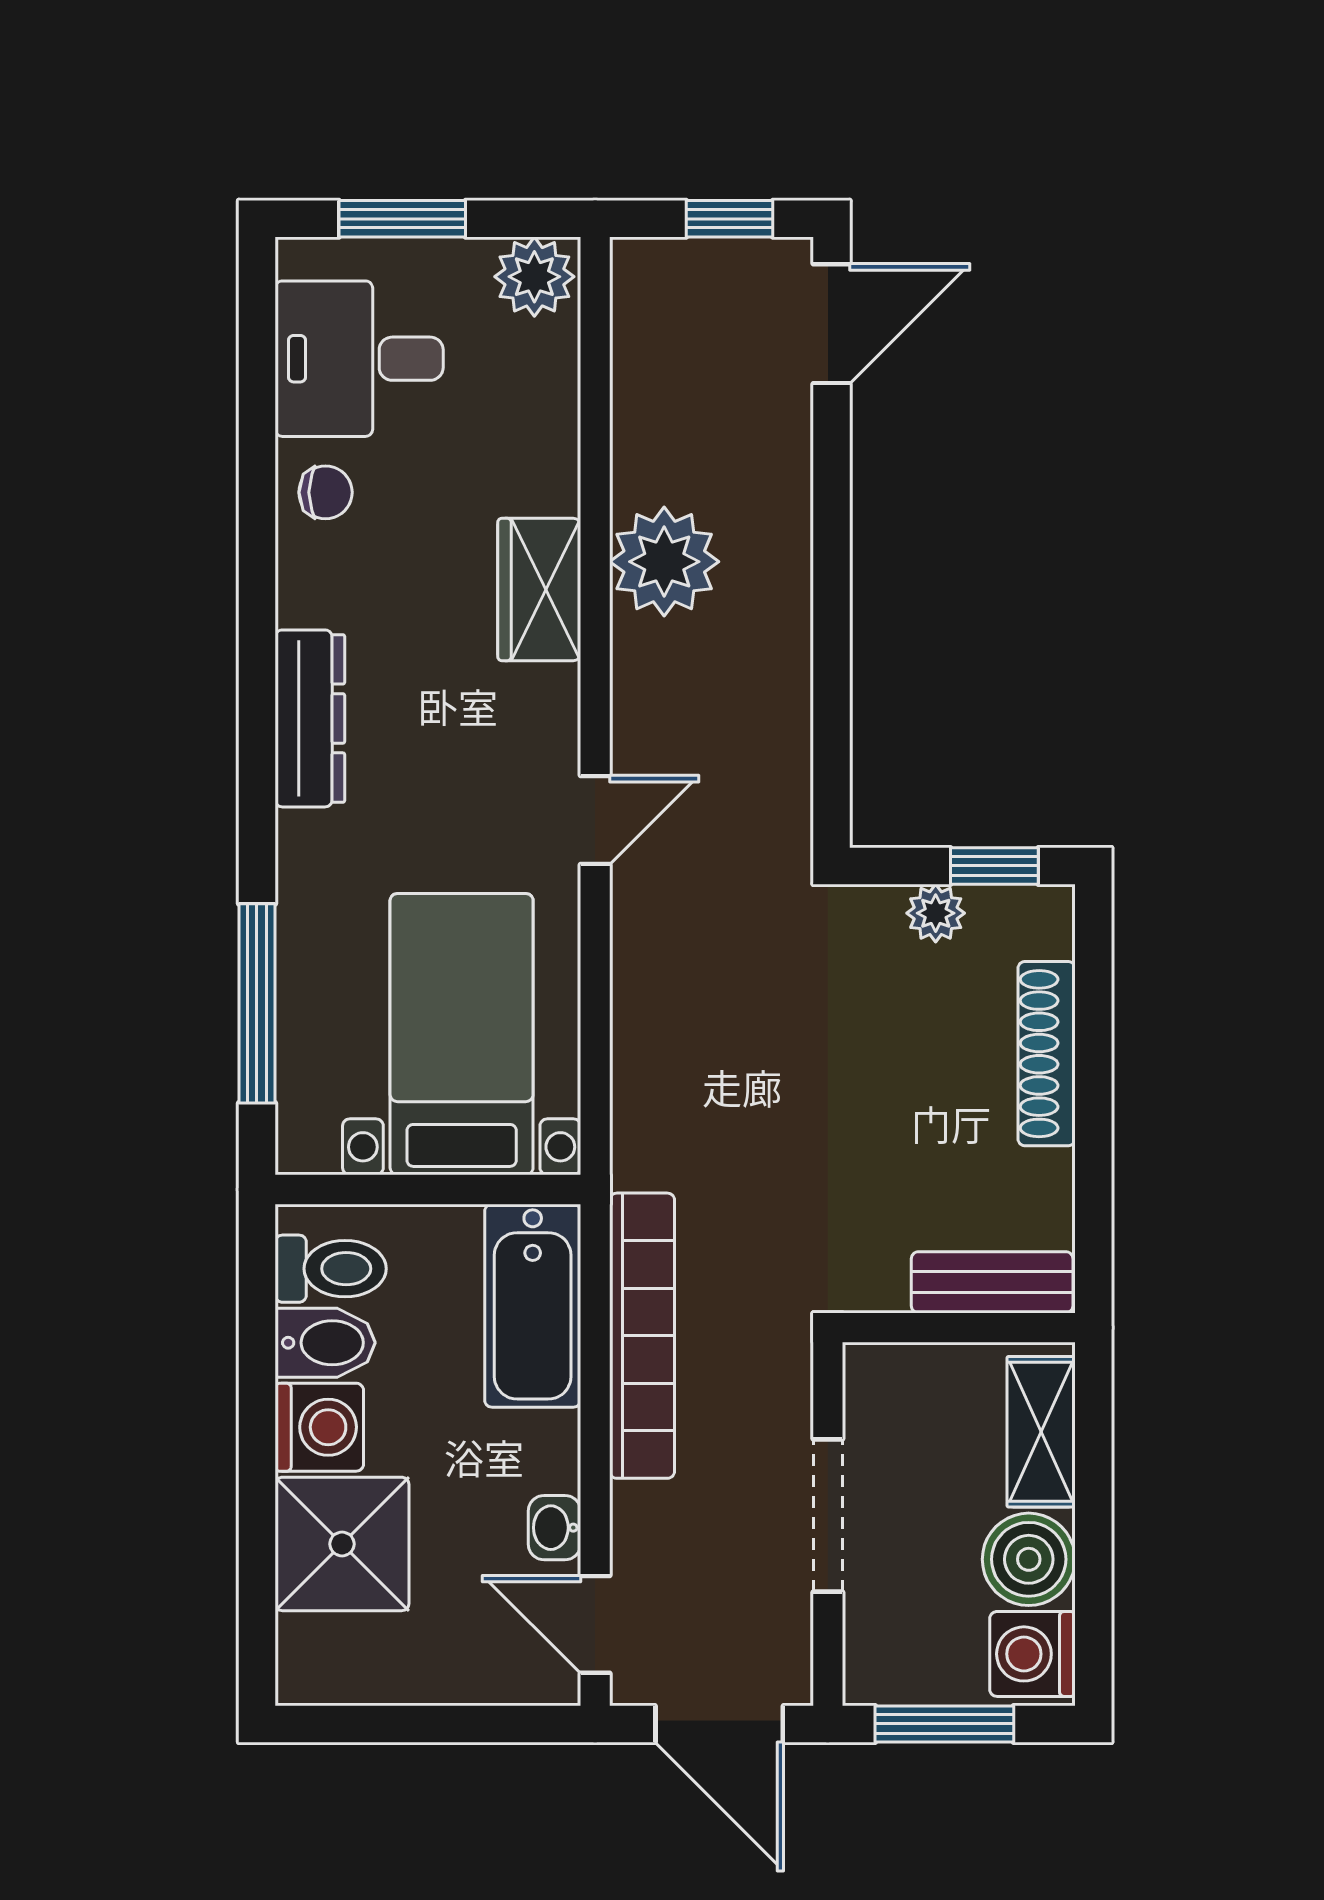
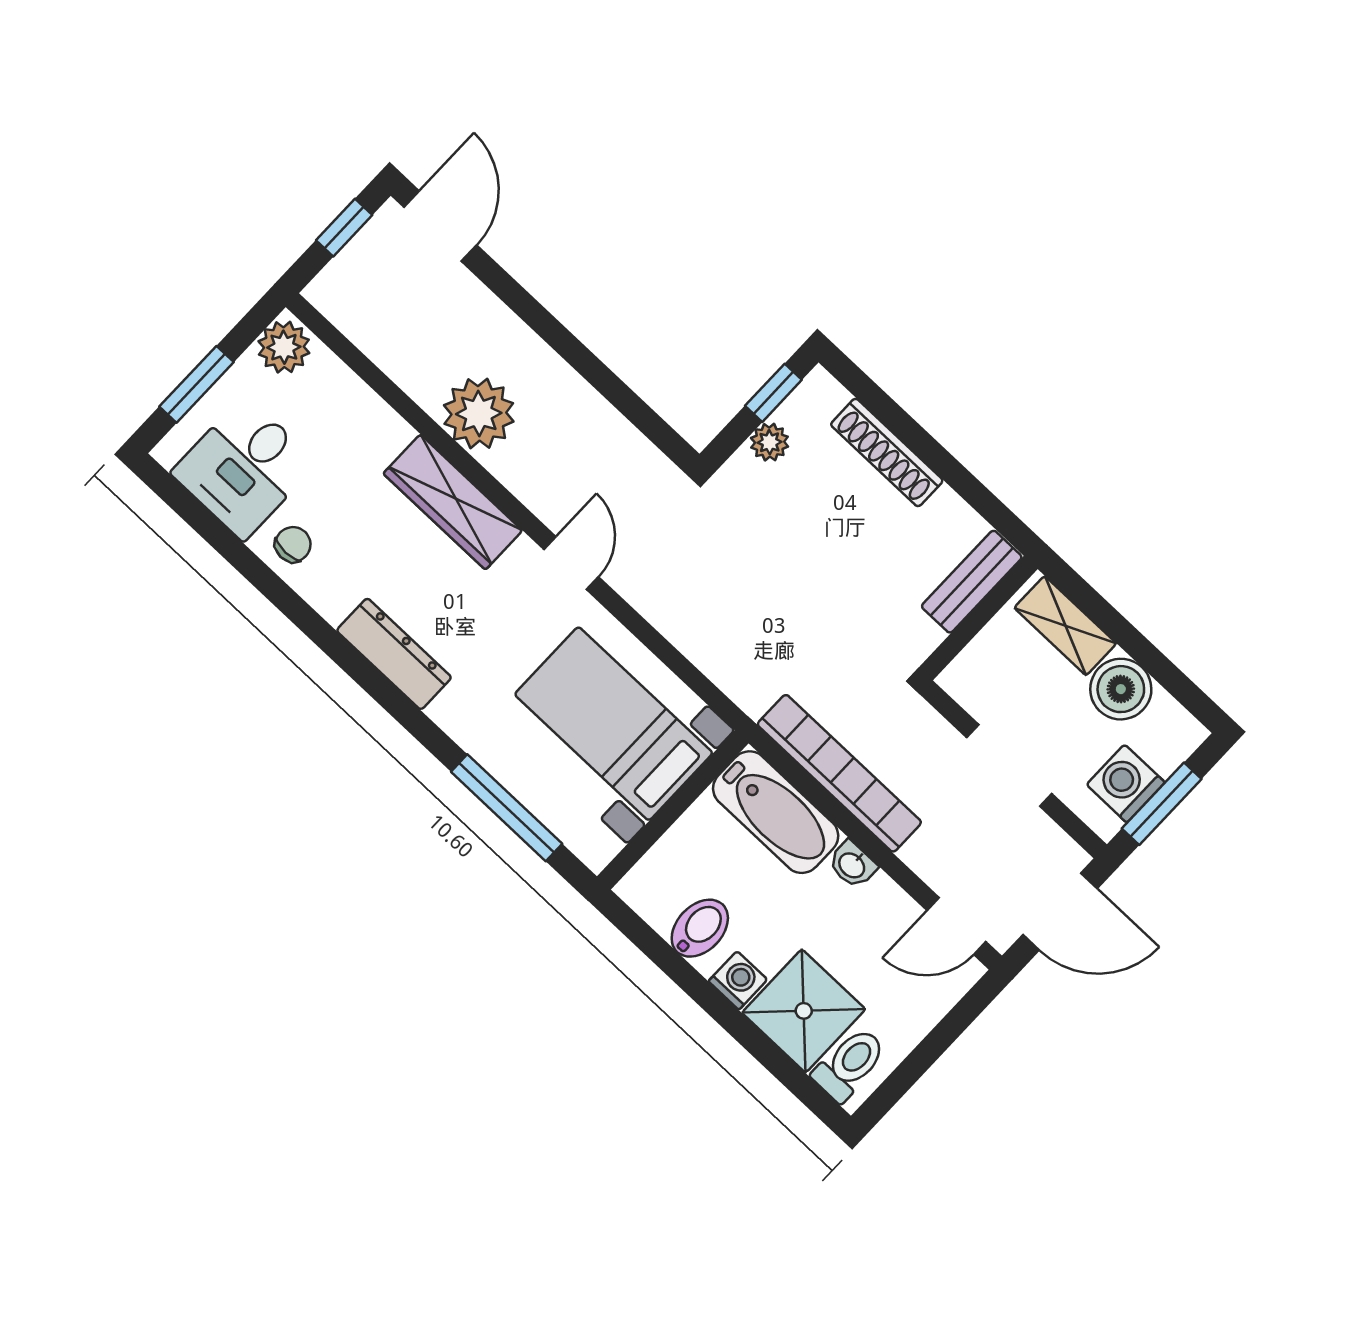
wardrobe: (539, 589) -> (453, 502), width x1.50
toilet: (331, 1269) -> (849, 1064), moved
washing machine: (319, 1427) -> (738, 980), width x0.73, depth x0.73
washbasin: (555, 1528) -> (852, 865), moved
washing machine: (1032, 1654) -> (1126, 784), moved, turned 90

